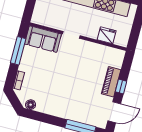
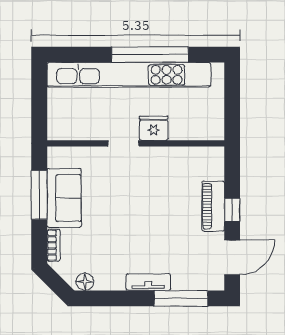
fridge: (107, 35) -> (154, 128), moved
sofa: (43, 39) -> (64, 198), moved, turned -90
tv unit: (65, 114) -> (148, 282), added

